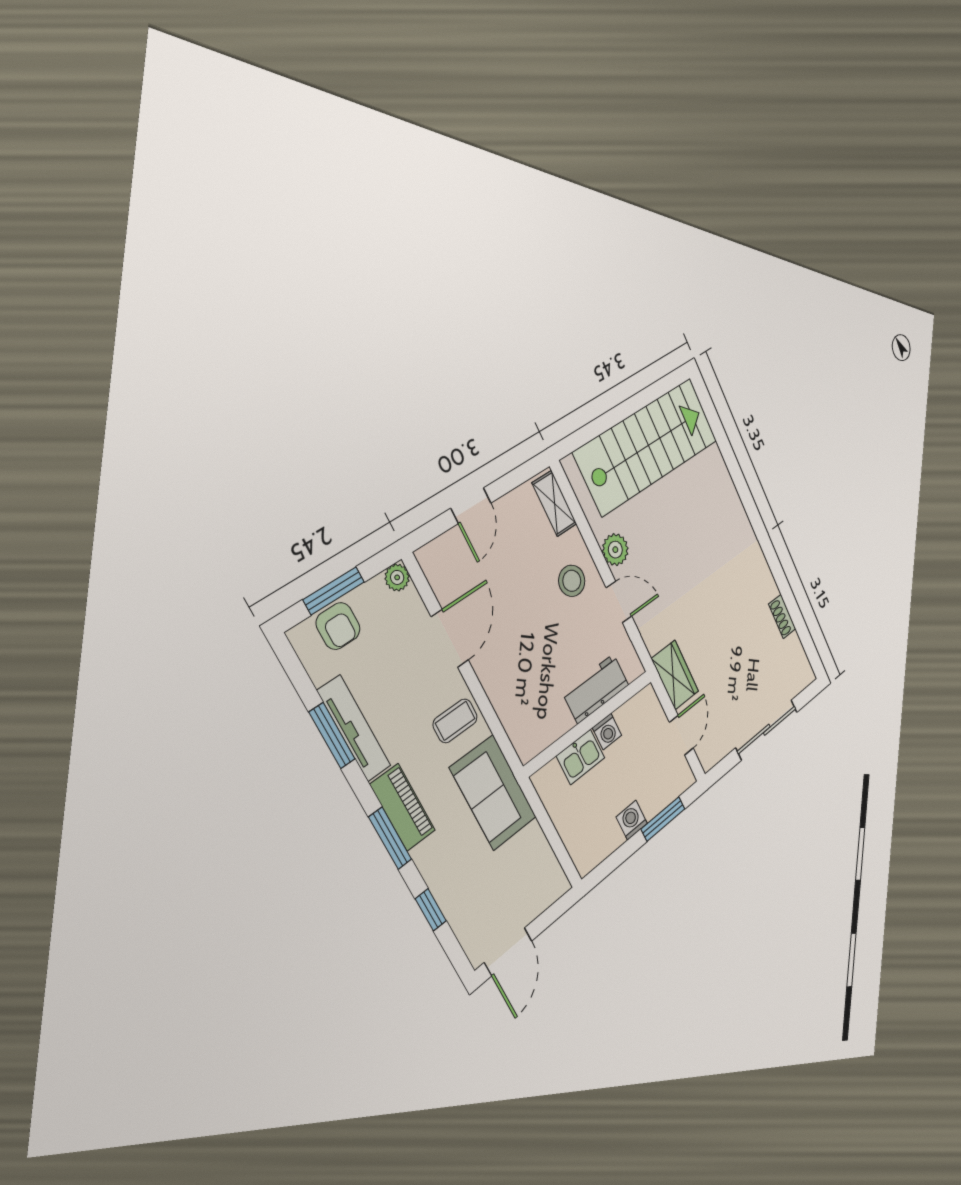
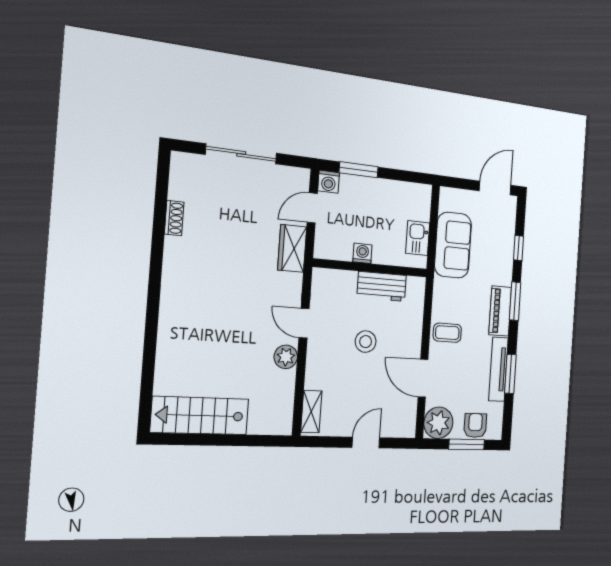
stairs: (647, 446) -> (200, 416), width x0.73, depth x0.66
plant: (397, 577) -> (438, 423), width x1.88, depth x1.88
stool: (572, 581) -> (366, 342), moved
door: (450, 638) -> (423, 378), hinge flipped
workbench: (596, 689) -> (382, 286), moved
kitchen sink: (581, 757) -> (418, 238), moved, turned -90
sofa: (493, 793) -> (453, 245), moved
washing machine: (632, 820) -> (329, 182), moved

